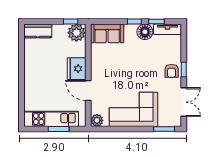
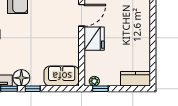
plant: (76, 33) -> (94, 81), width x0.53, depth x0.53
door: (88, 91) -> (82, 15), hinge flipped

